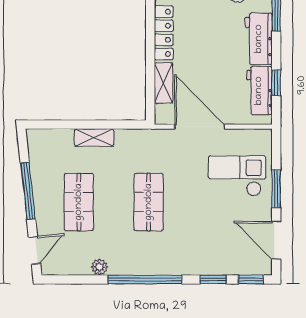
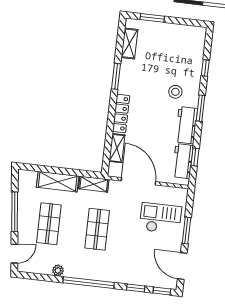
shelving: (94, 138) -> (58, 182), width x1.50, depth x1.33
shelving: (136, 138) -> (94, 184), added

